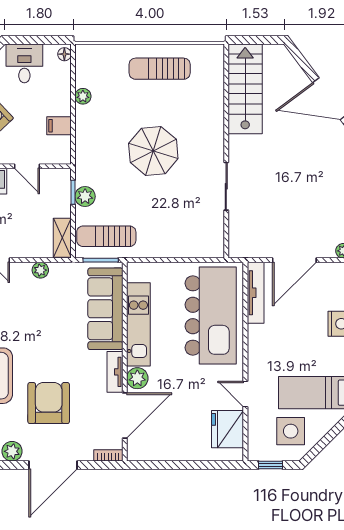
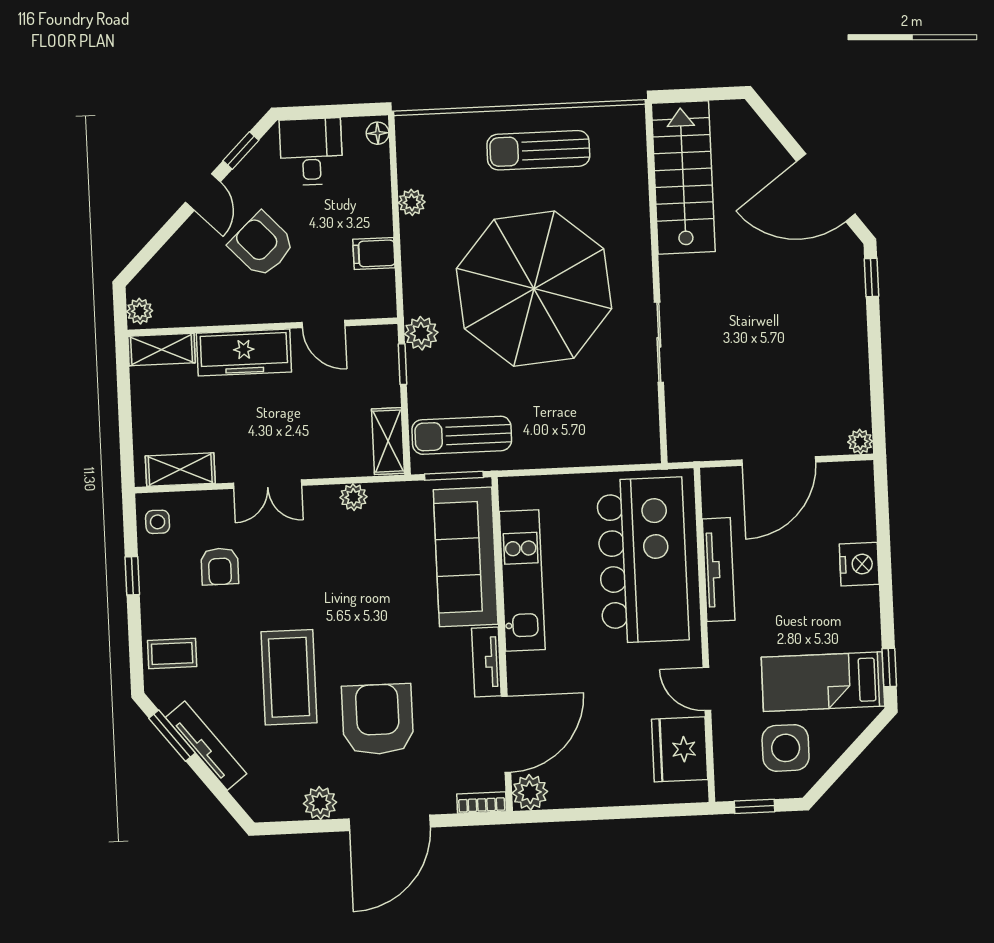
parasol: (153, 151) -> (534, 289), width x1.86, depth x1.86
plant: (85, 196) -> (421, 333), moved
tv unit: (256, 293) -> (719, 570), moved
plant: (137, 378) -> (530, 792), moved

